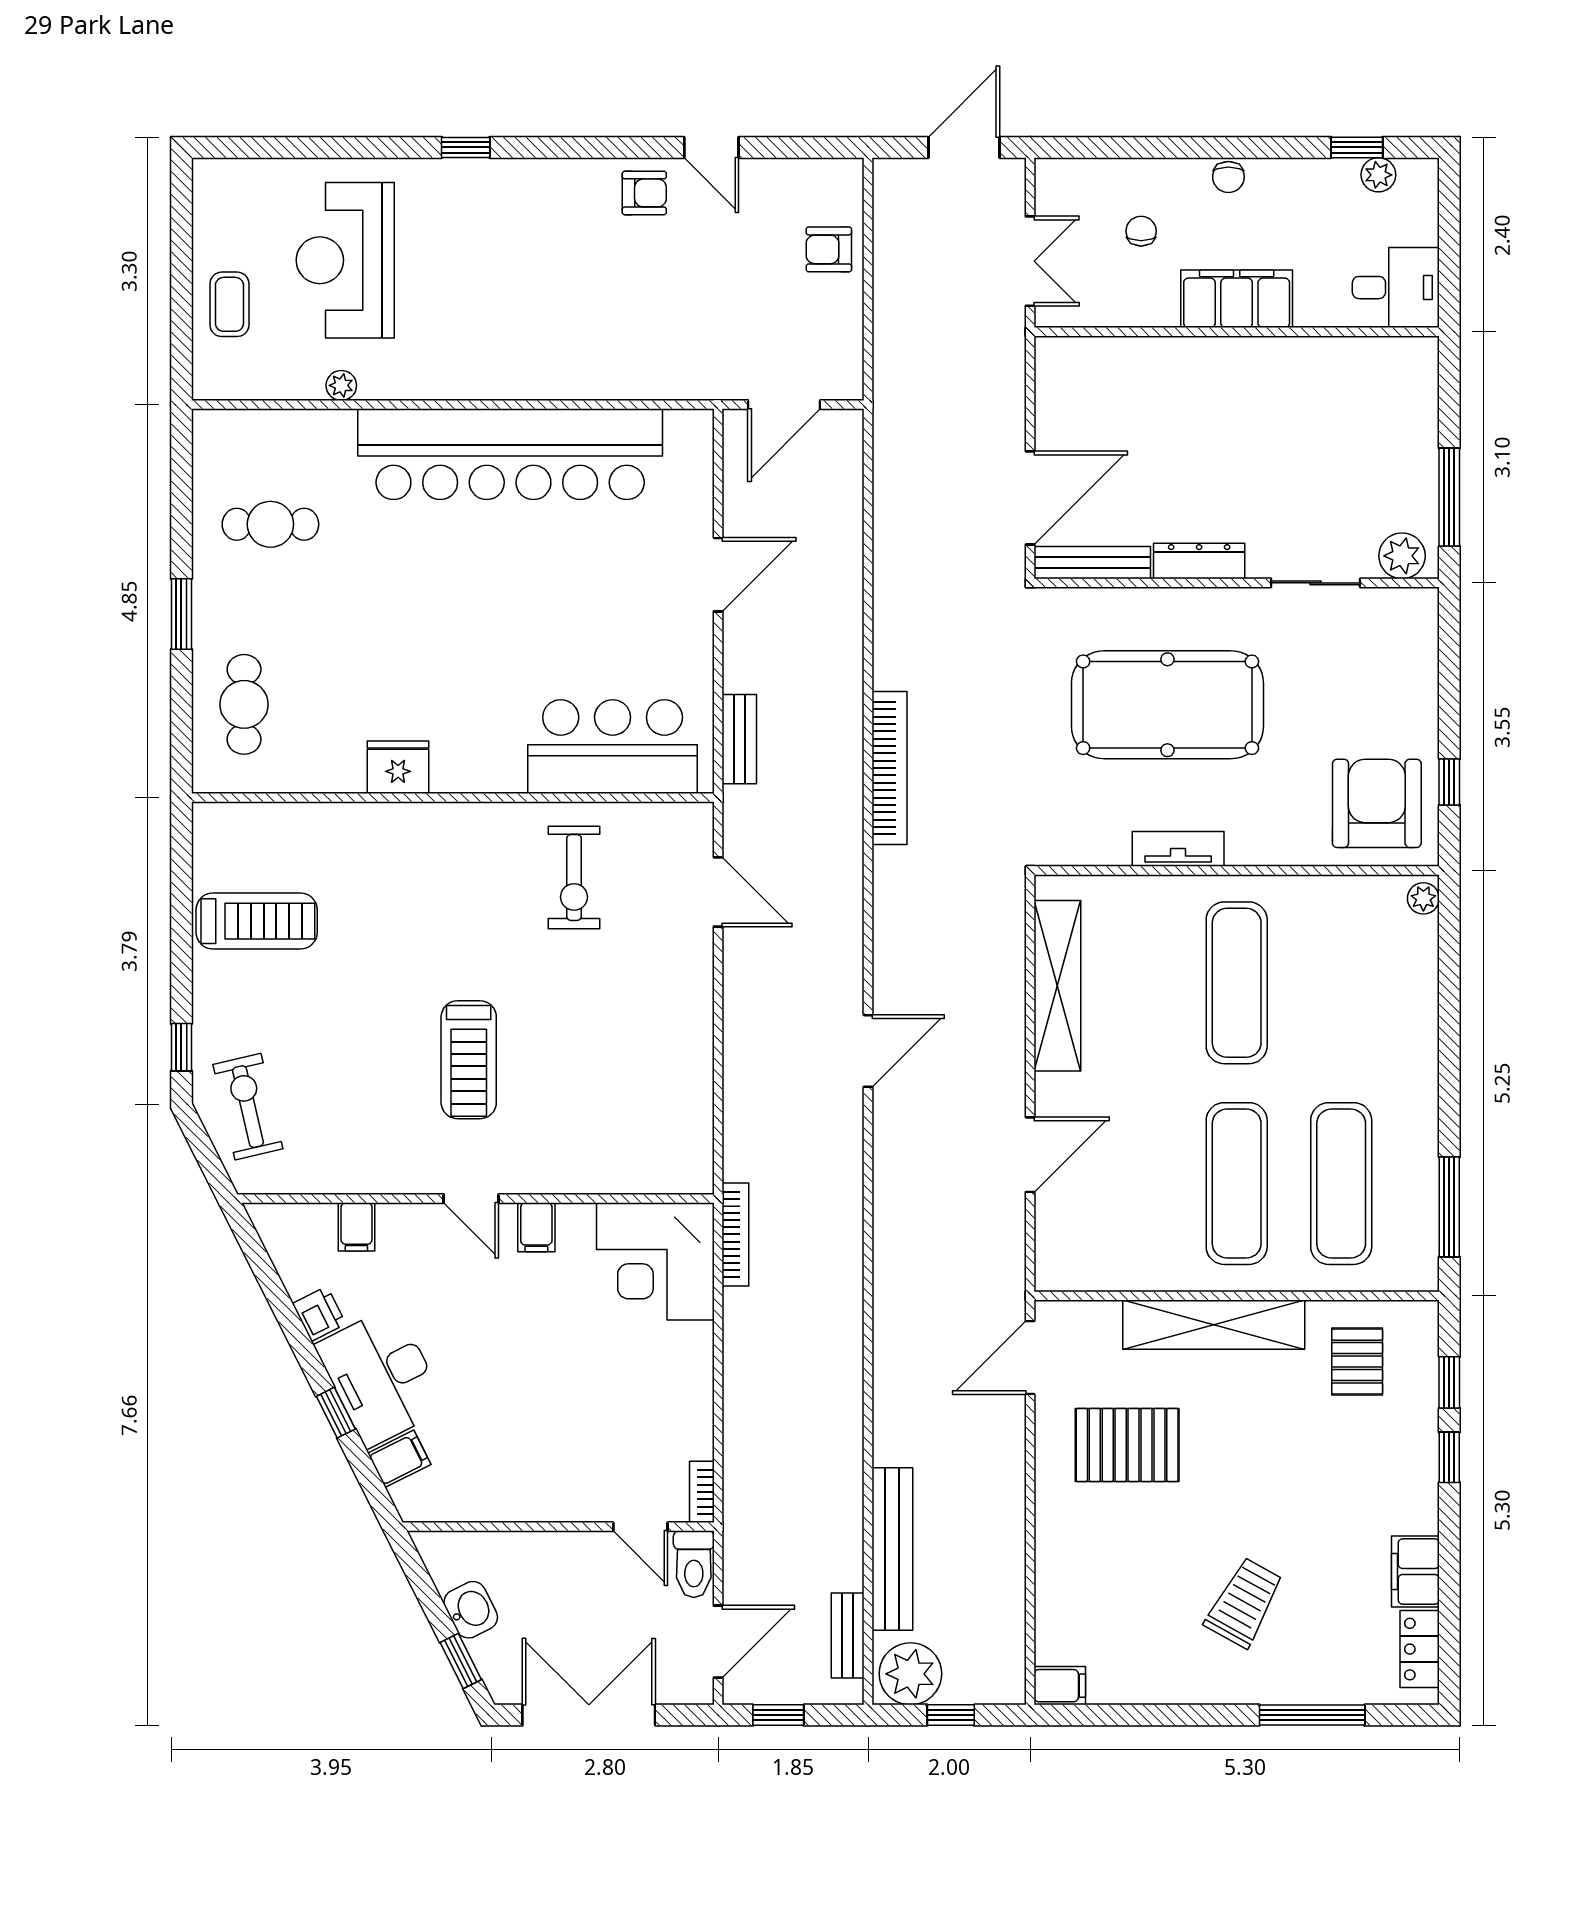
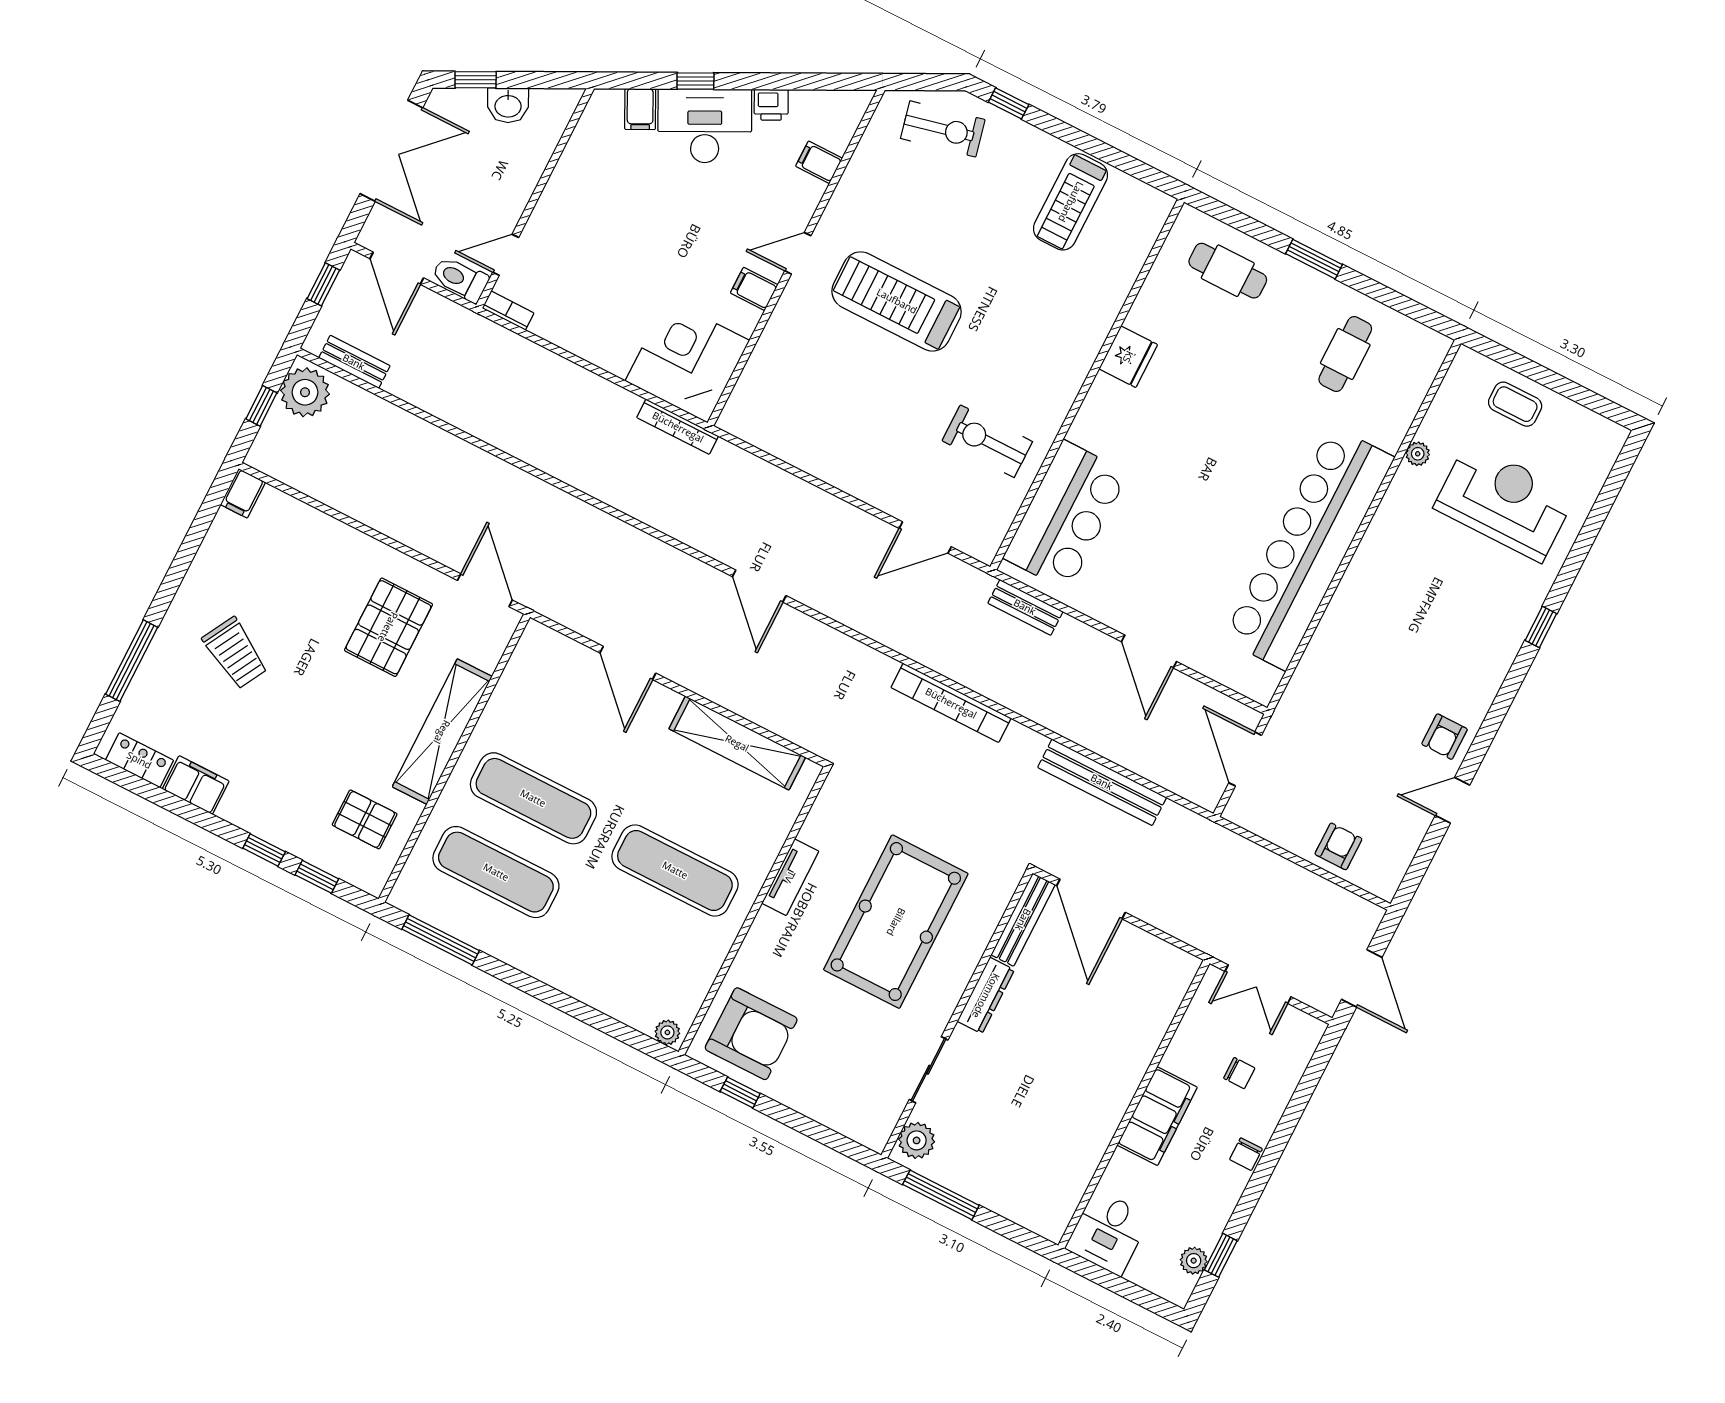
chair: (1228, 177) -> (1246, 1154), turned -90
treadmill: (469, 1060) -> (897, 301), width x1.37, depth x1.37
bench: (892, 1549) -> (1102, 782), moved

